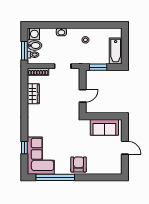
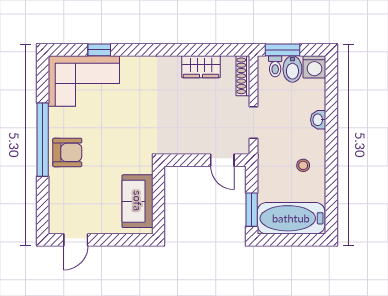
bathtub: (116, 51) -> (291, 218), width x1.36, depth x1.36
window: (98, 67) -> (252, 210), moved
door: (83, 96) -> (222, 160), moved
door: (125, 148) -> (76, 240), moved
window: (55, 177) -> (43, 140), moved

